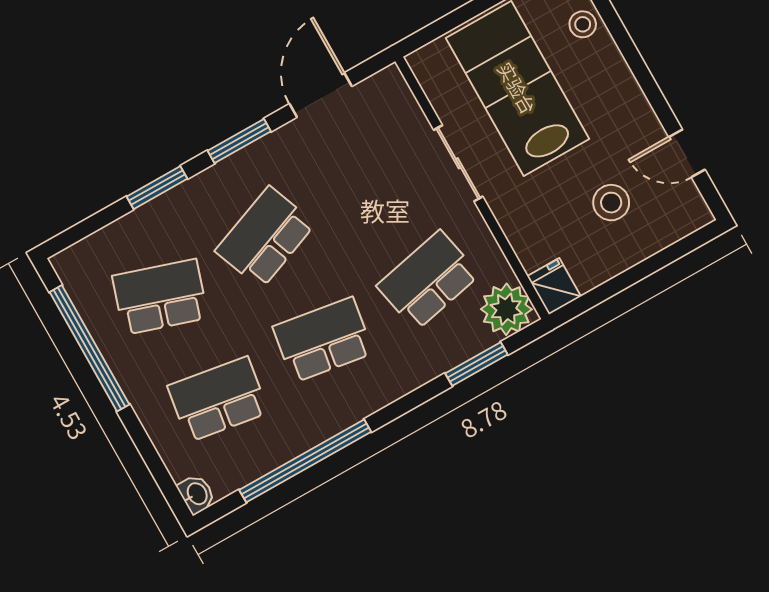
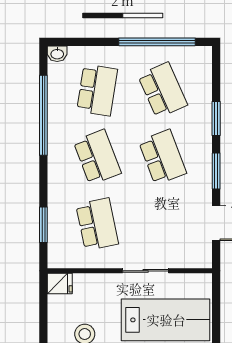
school desk: (160, 297) -> (163, 90), turned -42
plant: (506, 309) -> (62, 254), removed
school desk: (323, 340) -> (97, 157), turned -30

